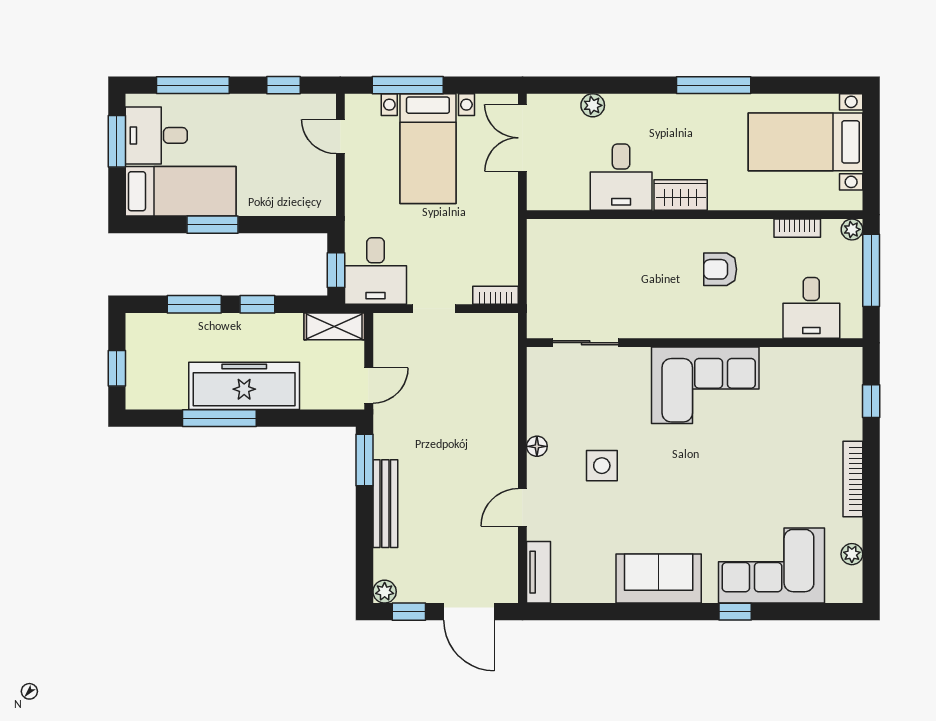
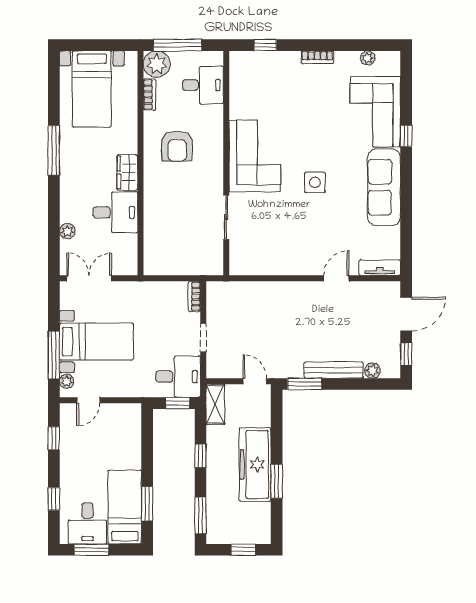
window: (193, 85) -> (54, 499), width x0.46
plant: (369, 104) -> (67, 381), added
double door: (522, 138) -> (89, 278), swing flipped
window: (212, 225) -> (147, 504), moved
plant: (852, 229) -> (157, 64), width x1.87, depth x1.87
armchair: (720, 269) -> (177, 146), width x1.38, depth x1.38
window: (194, 304) -> (200, 515), moved
sliding door: (586, 343) -> (226, 217), moved
window: (219, 418) -> (277, 481), width x0.69
floor lamp: (537, 446) -> (295, 269), removed
side table: (602, 466) -> (315, 182), moved
bookcase: (853, 479) -> (317, 57), width x0.64
door: (522, 507) -> (336, 278), swing flipped
sofa: (659, 579) -> (384, 187), width x1.36
plant: (385, 592) -> (372, 371), moved

